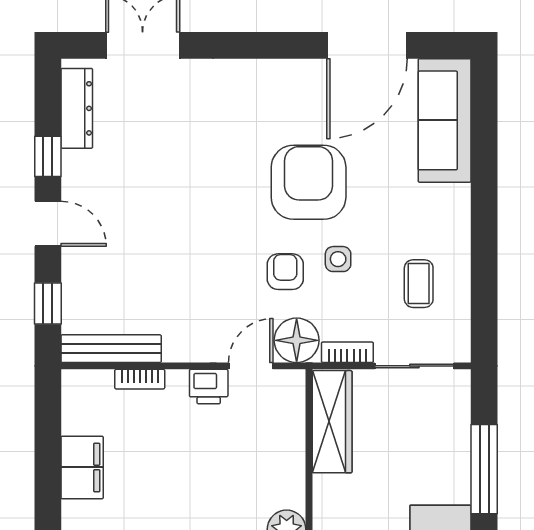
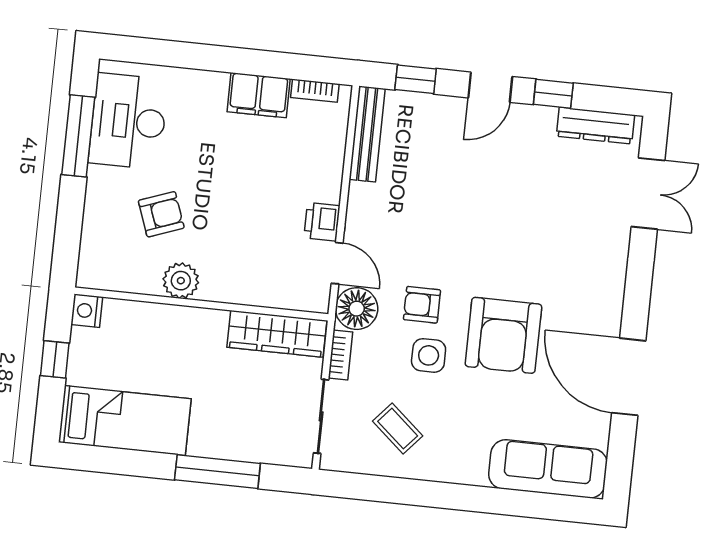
door: (367, 45) -> (629, 377), moved
armchair: (309, 182) -> (503, 335), turned 90
side table: (338, 259) -> (429, 355), width x1.37, depth x1.37
armchair: (285, 272) -> (422, 305), turned 180
coffee table: (419, 284) -> (398, 429), turned 41
bookcase: (140, 379) -> (315, 91), moved, turned -90

